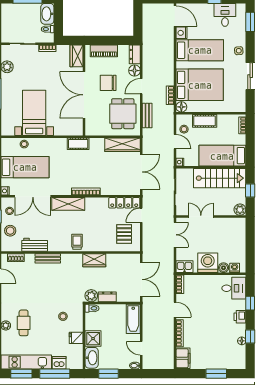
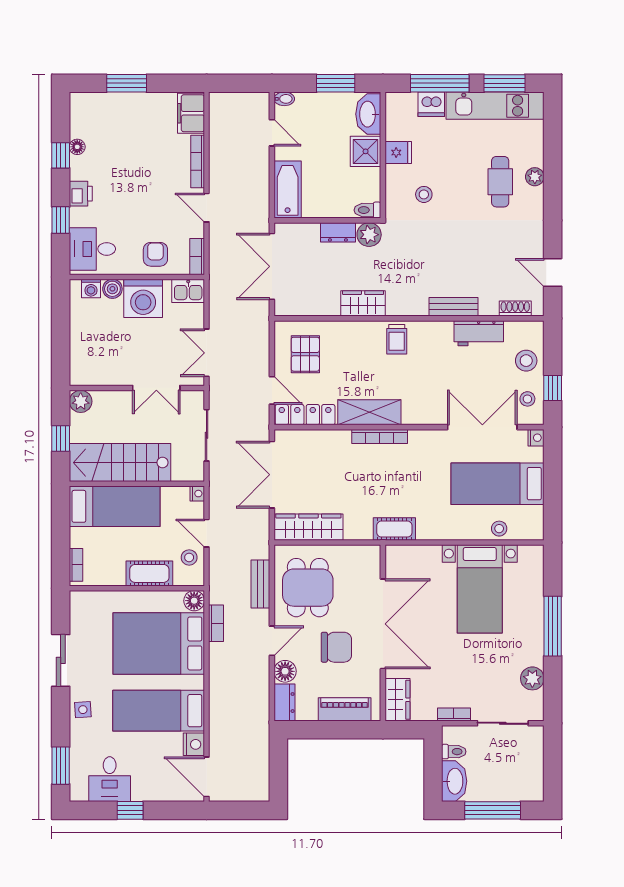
shelving: (68, 204) -> (369, 412), moved
door: (141, 215) -> (272, 390), hinge flipped
armchair: (201, 285) -> (155, 254), added

